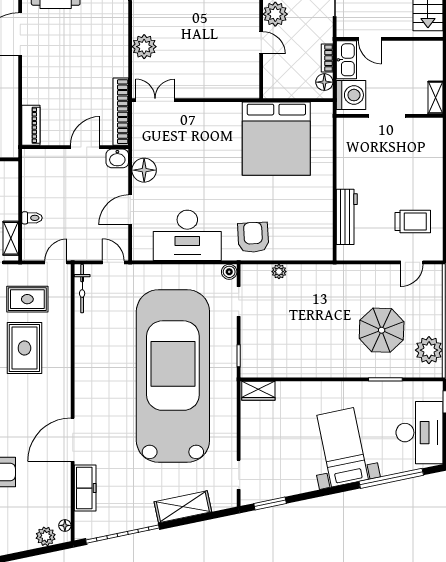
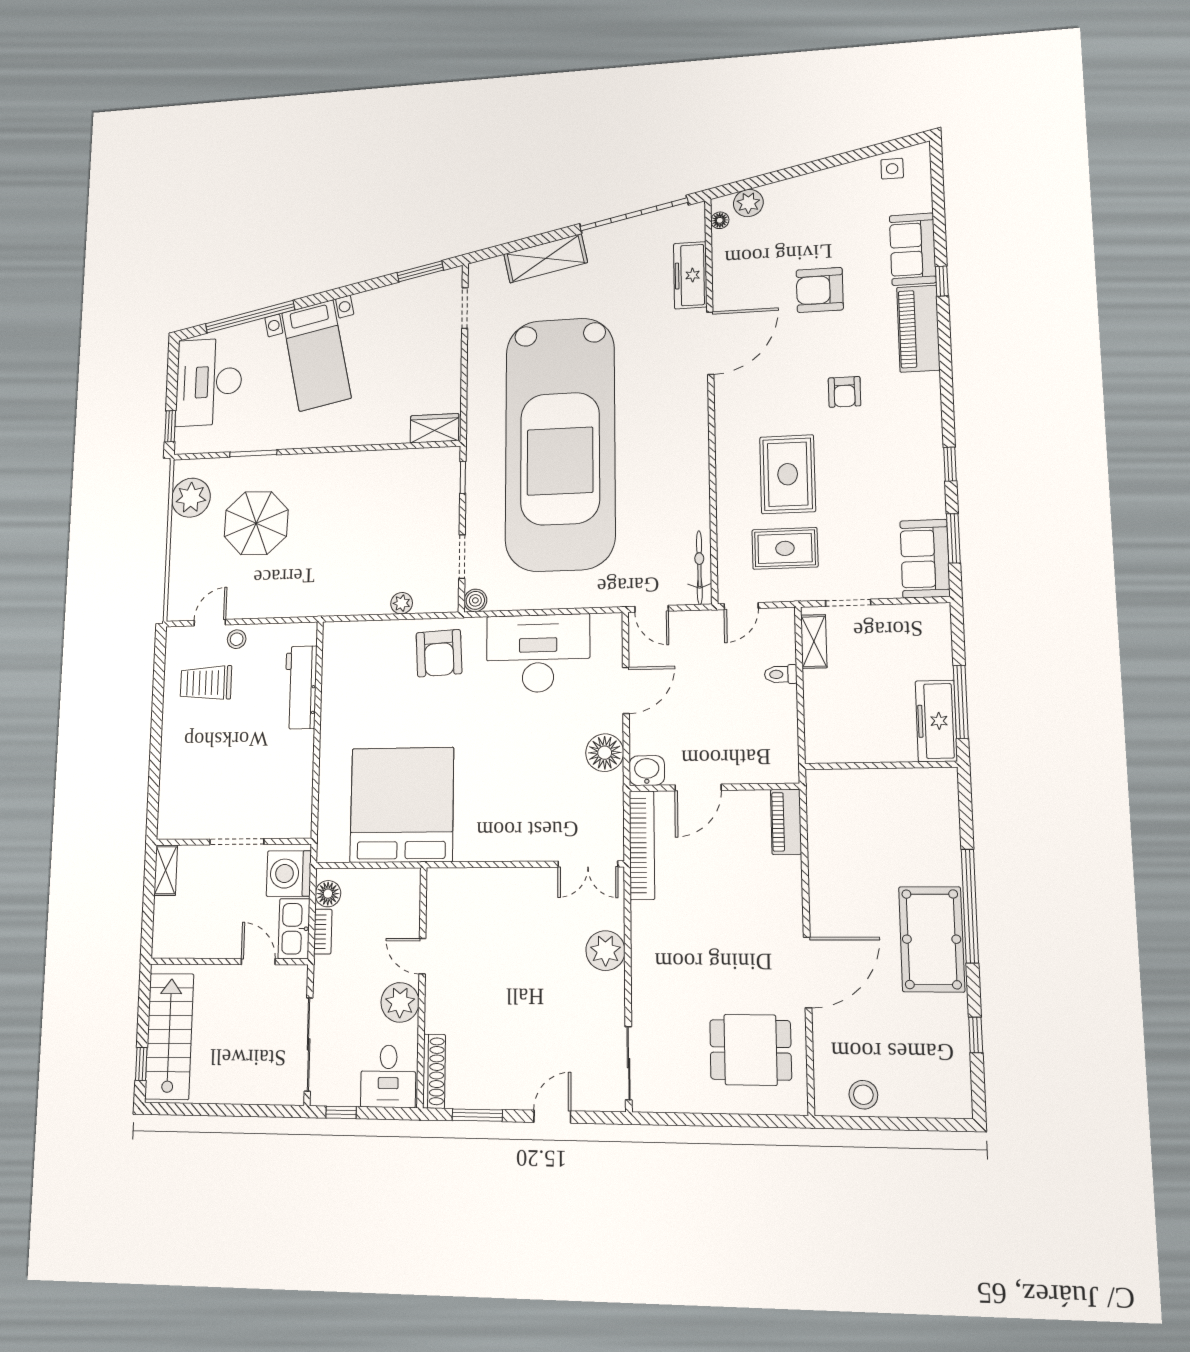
stool: (392, 251) -> (237, 639), added

